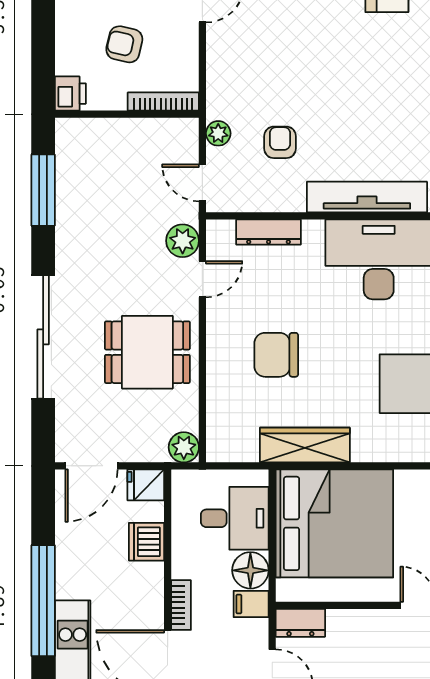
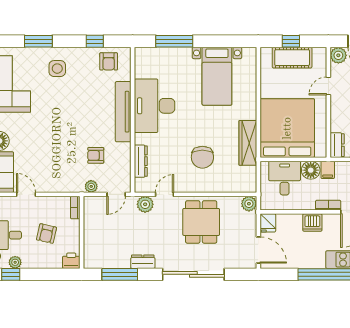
bookcase: (163, 102) -> (75, 208), width x0.64
dresser: (68, 236) -> (143, 262), added
door: (202, 279) -> (165, 194), hinge flipped
dishwasher: (146, 542) -> (312, 222), moved

